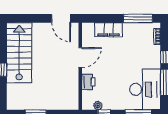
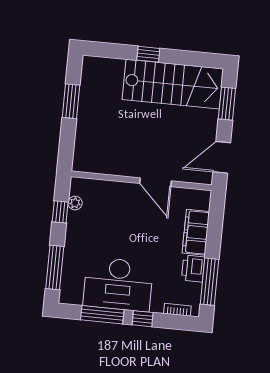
window: (28, 18) -> (227, 104), added
printer: (88, 82) -> (193, 269), moved, turned 90
desk: (145, 89) -> (118, 284), moved

